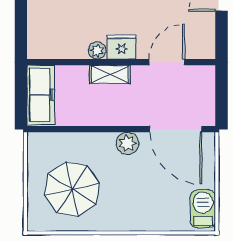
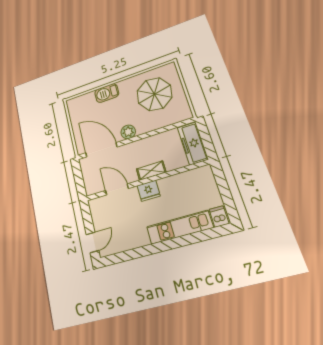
plant: (97, 51) -> (164, 184), removed
door: (167, 62) -> (117, 189), swing flipped
barbecue: (203, 209) -> (107, 93), moved, turned 90

